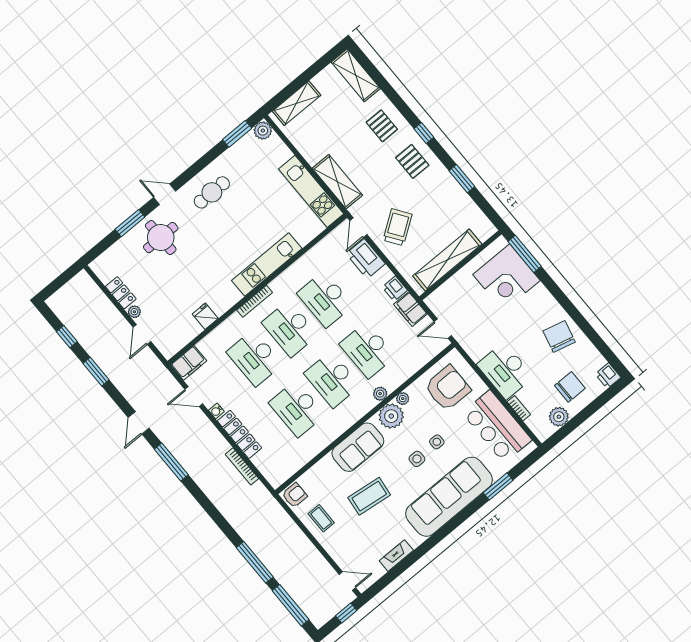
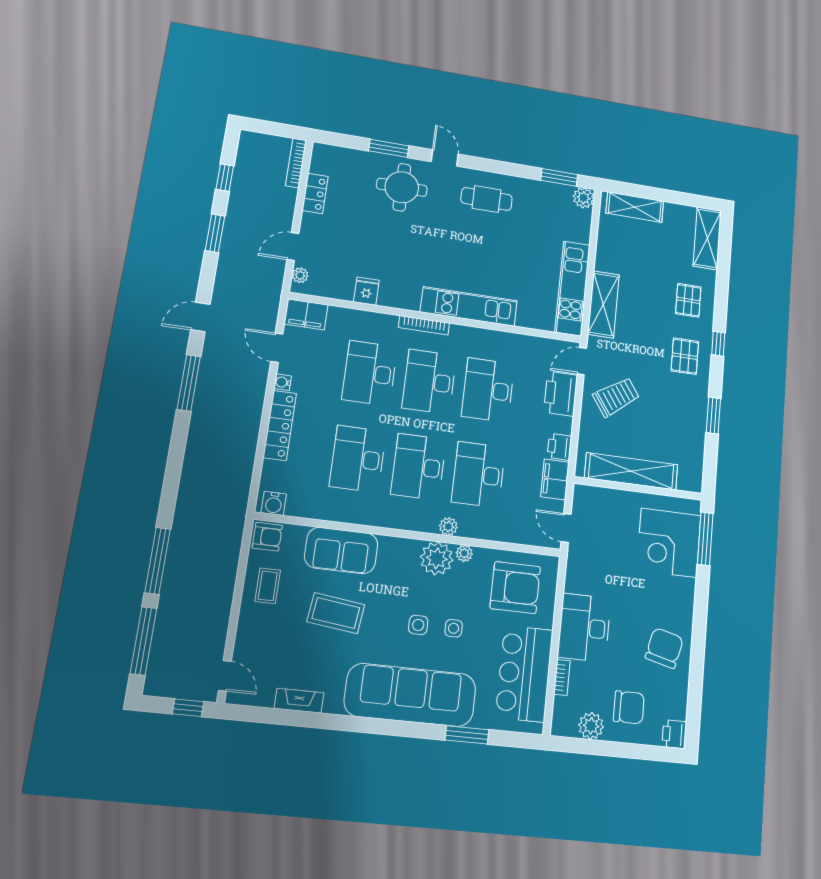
plant: (134, 312) -> (300, 275), moved
sofa: (358, 447) -> (341, 550), moved
bookcase: (242, 466) -> (296, 163), moved
water cooler: (280, 476) -> (274, 503), added

